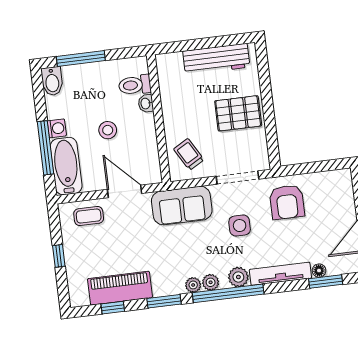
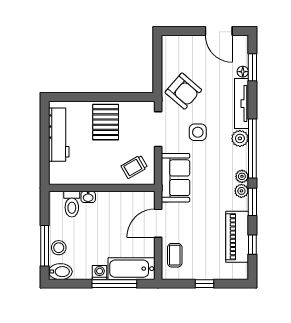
stool: (108, 130) -> (59, 248), moved
armchair: (287, 202) -> (183, 91), turned 41
plant: (211, 282) -> (241, 191), moved

